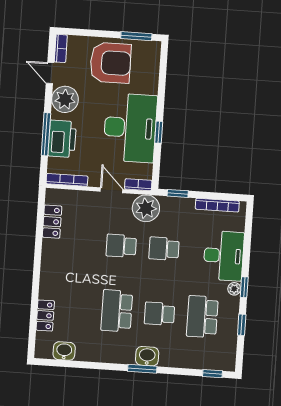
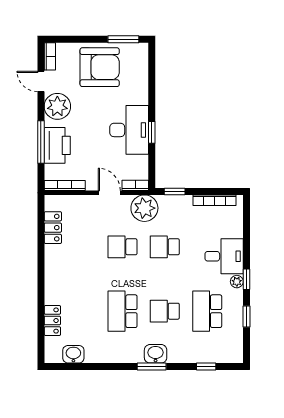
desk: (130, 128) -> (129, 130), width x0.73, depth x0.77
desk: (224, 256) -> (224, 256), width x0.73
window: (213, 374) -> (206, 367), moved

